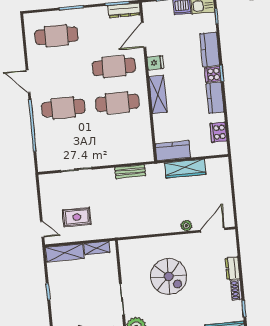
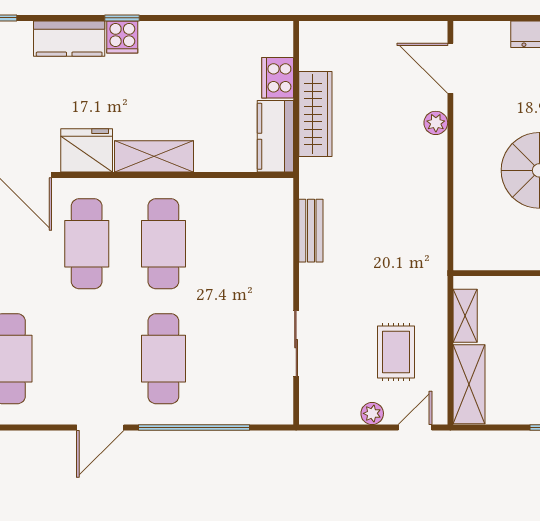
fridge: (155, 63) -> (87, 150), width x1.88, depth x1.34
kitchen counter: (215, 98) -> (172, 37), removed
cooker: (219, 132) -> (278, 78), moved, turned 90
plant: (47, 209) -> (372, 413), added

